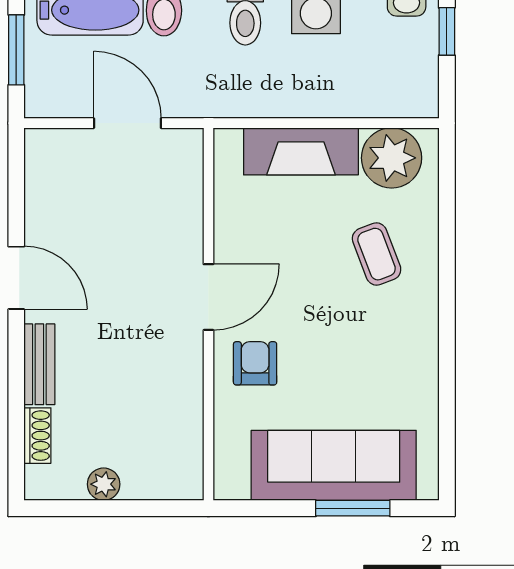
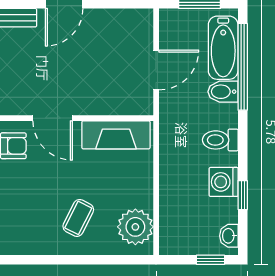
fireplace: (301, 151) -> (116, 135), moved, turned -90
coffee table: (377, 254) -> (78, 218), turned -42

